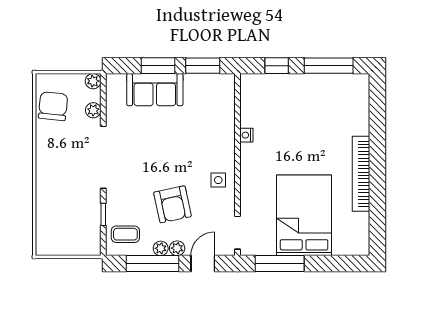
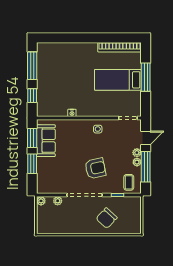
sofa: (155, 90) -> (46, 141), moved
chair: (53, 106) -> (107, 218), moved, turned -53
bookcase: (361, 174) -> (119, 47), moved
armchair: (173, 204) -> (95, 168), moved
bed: (304, 215) -> (118, 80), width x0.67
door: (203, 263) -> (146, 138), swing flipped
window: (280, 263) -> (146, 77), moved

